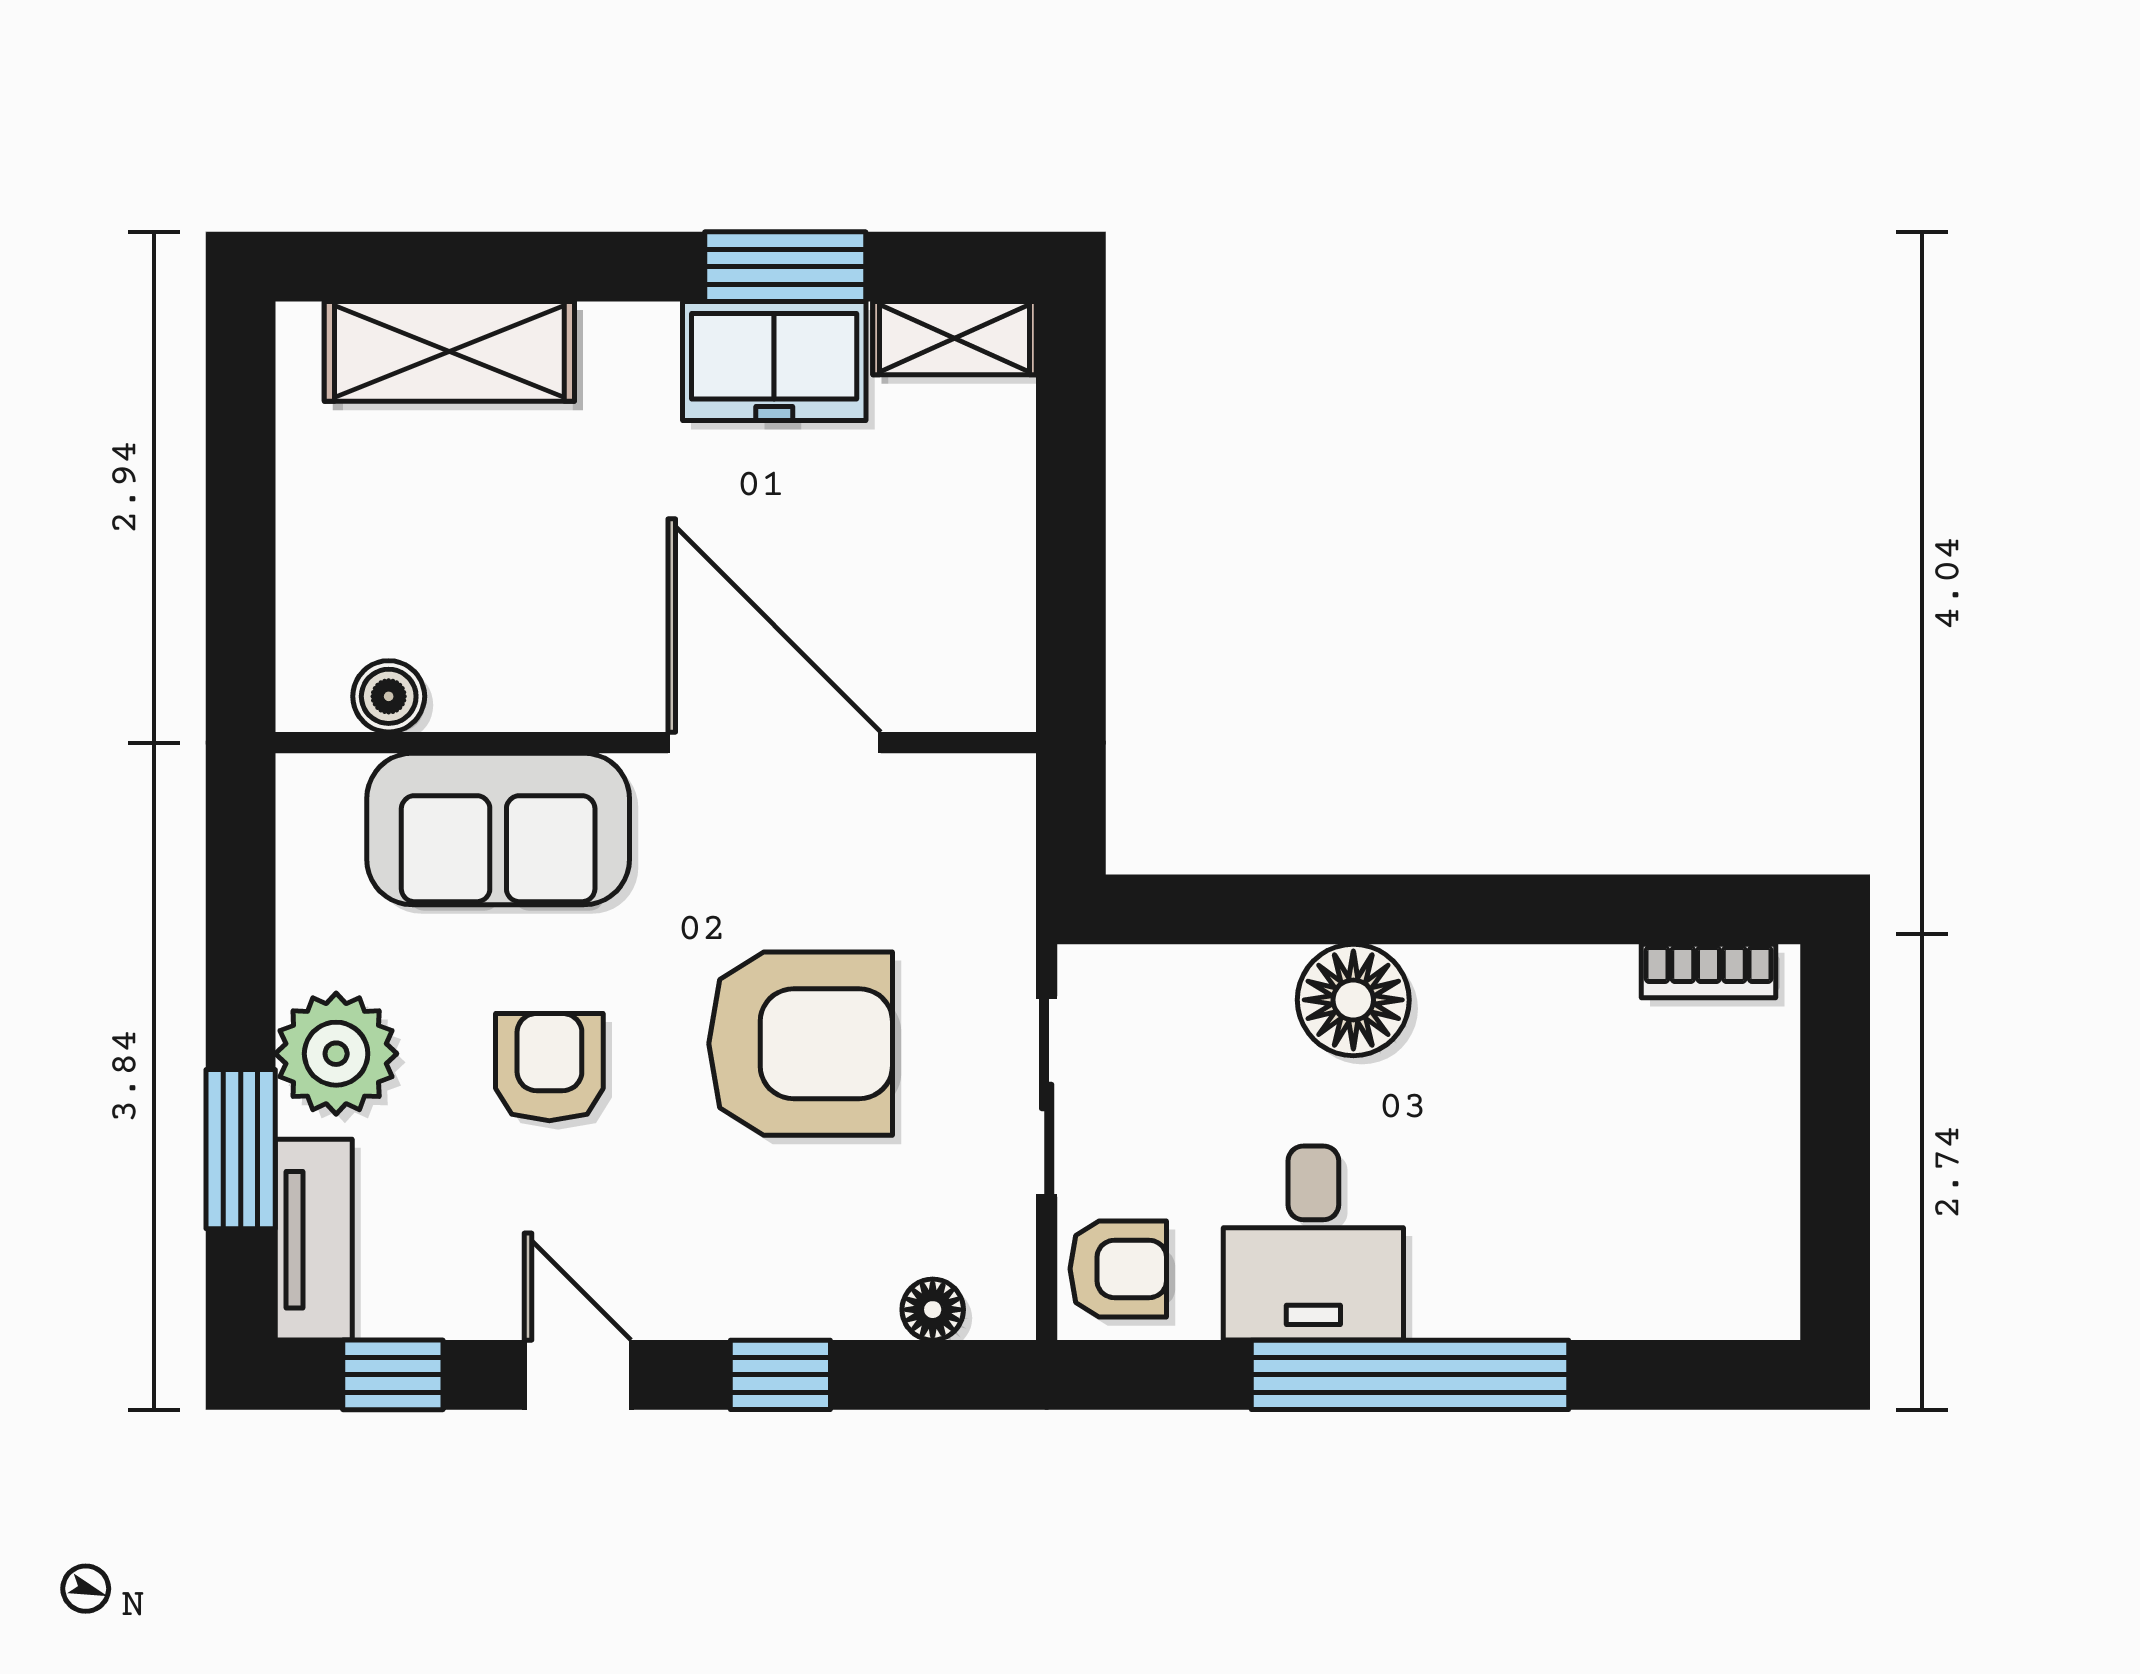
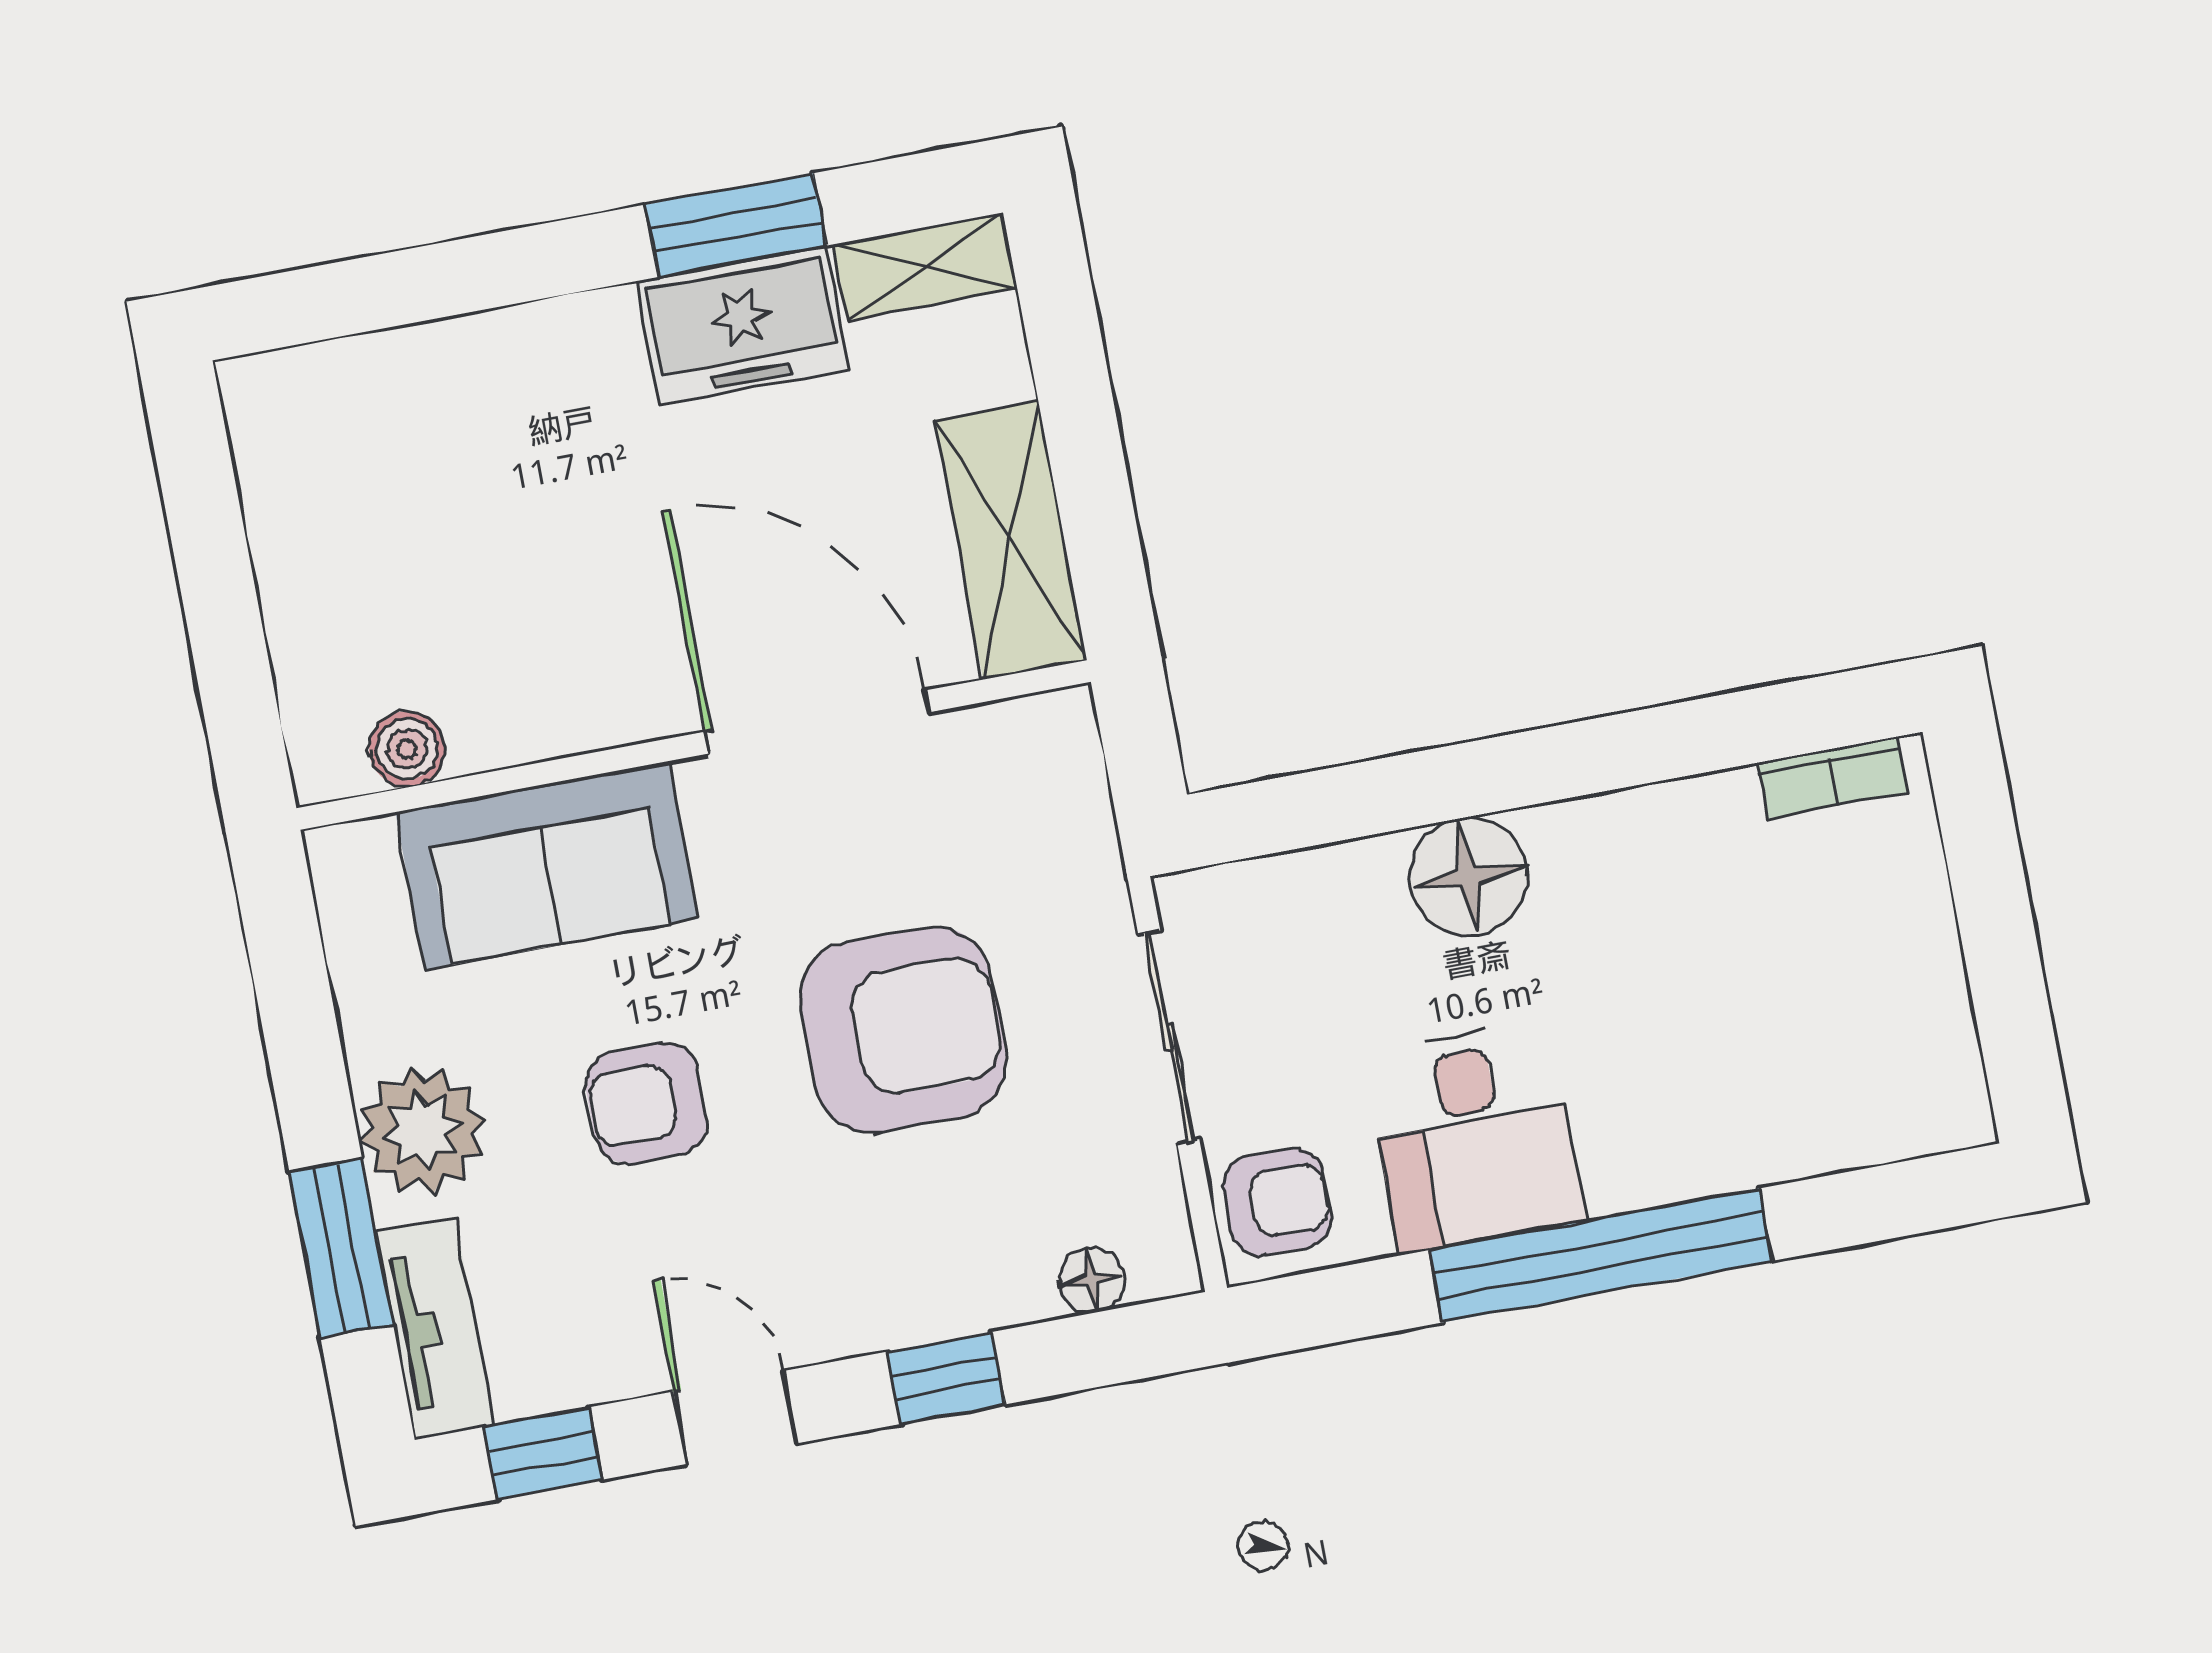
shelving: (449, 351) -> (1011, 540), moved, turned 90
armchair: (549, 1067) -> (646, 1103), turned -90

